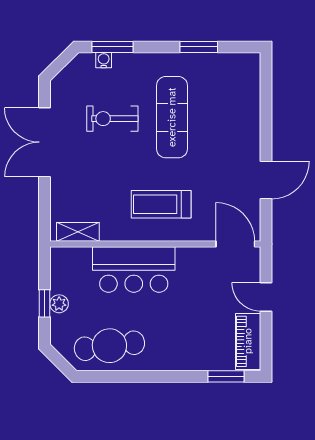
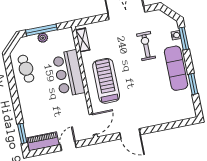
exercise mat: (172, 117) -> (176, 68), moved, turned 90
treadmill: (161, 204) -> (106, 81), width x1.37, depth x1.38
window: (45, 303) -> (41, 30), width x2.17
cafe table: (109, 346) -> (26, 69), width x0.73, depth x0.74

